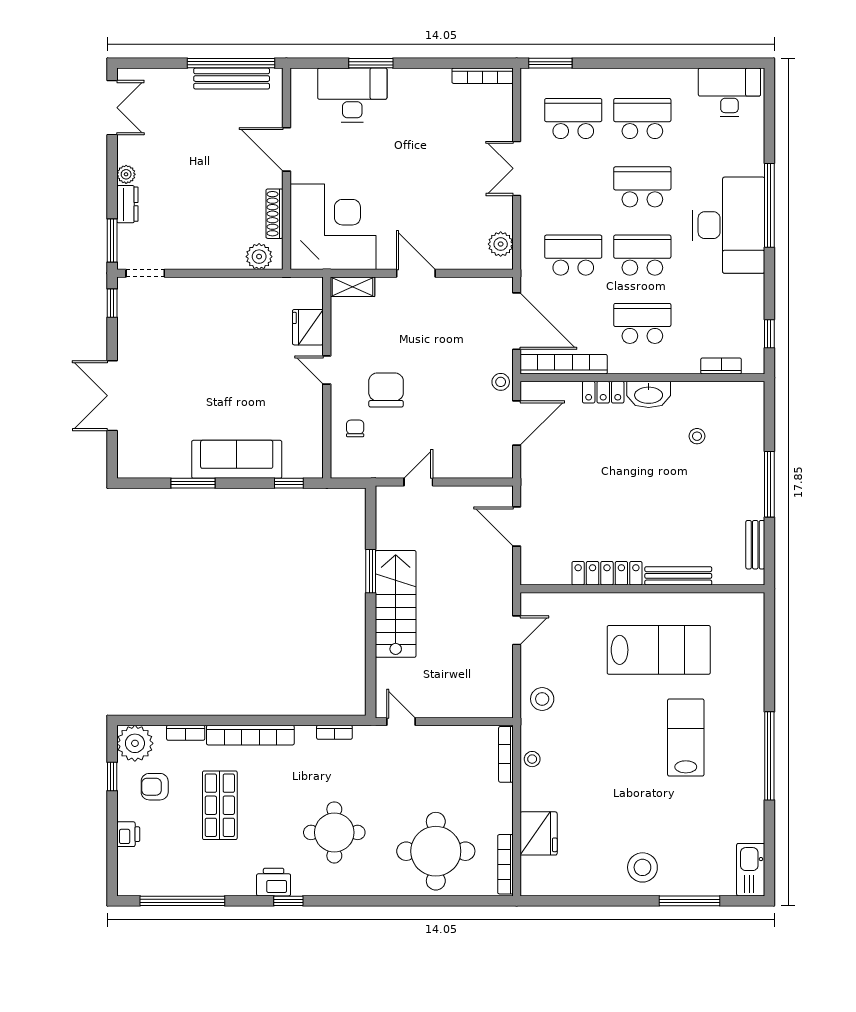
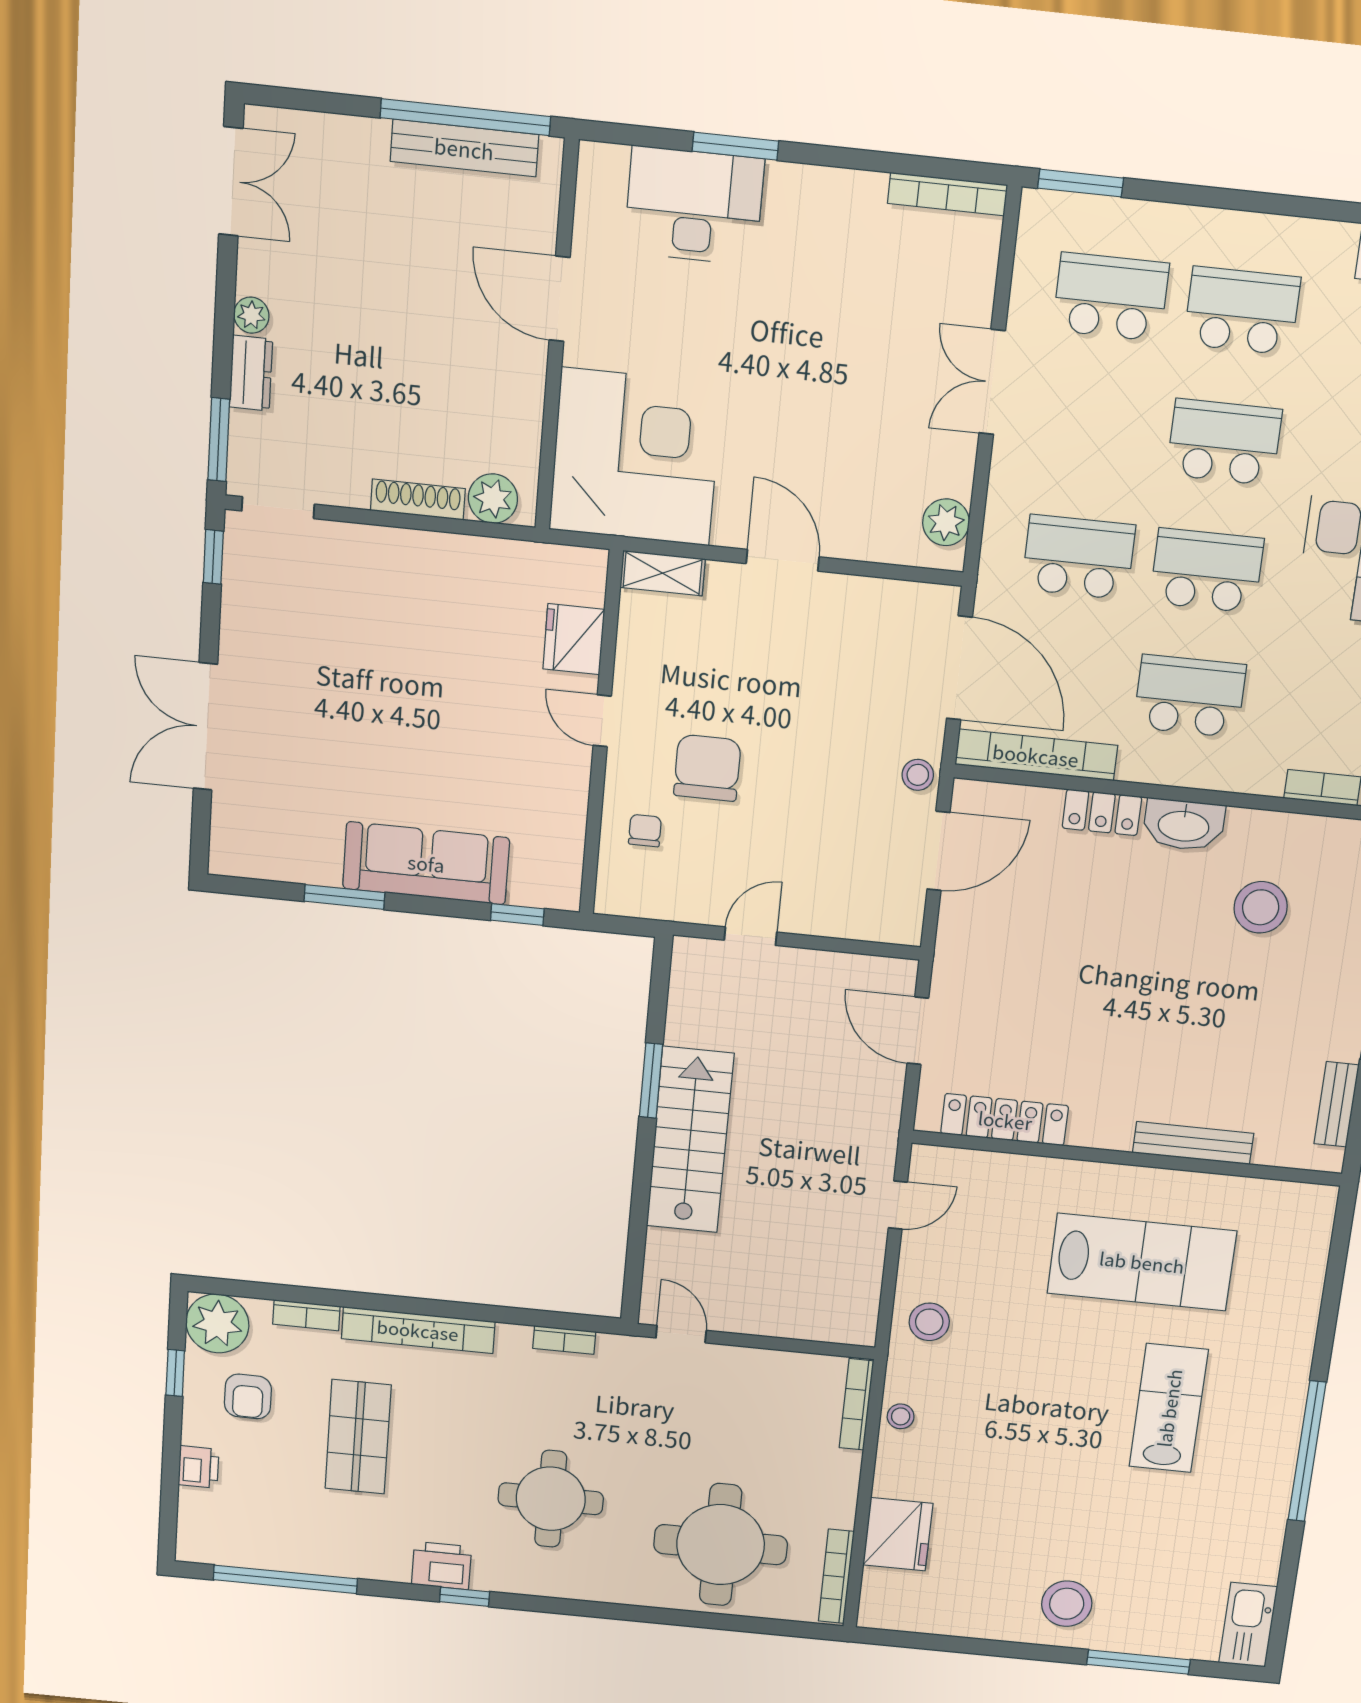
shoe rack: (274, 214) -> (418, 500), moved, turned 90
stool: (697, 436) -> (1261, 907), width x1.89, depth x1.89
locker: (607, 573) -> (1005, 1120), moved
armchair: (155, 787) -> (248, 1396), turned -90

